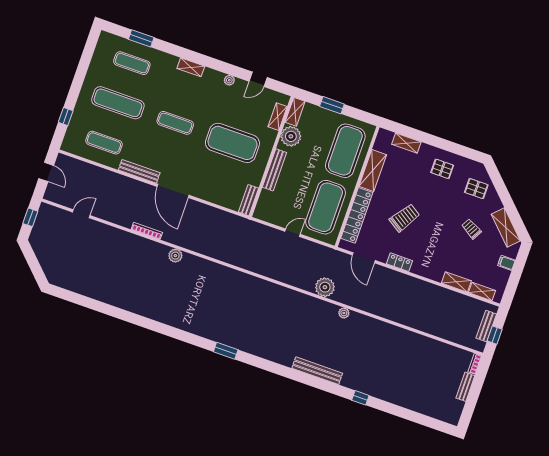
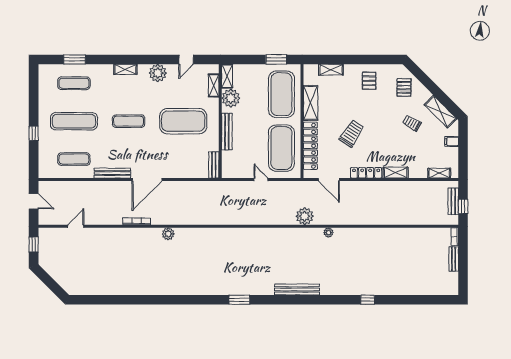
plant: (229, 80) -> (158, 73), width x1.87, depth x1.87
window: (332, 105) -> (276, 59), moved
window: (66, 116) -> (34, 133), moved
pallet: (442, 169) -> (369, 81), turned 90
pallet: (476, 189) -> (404, 87), turned 90
door: (173, 191) -> (147, 180), hinge flipped
door: (293, 233) -> (261, 180), hinge flipped
locker: (399, 262) -> (366, 173), width x1.53
shelving: (456, 282) -> (396, 173), moved
bench: (317, 371) -> (297, 289), moved

